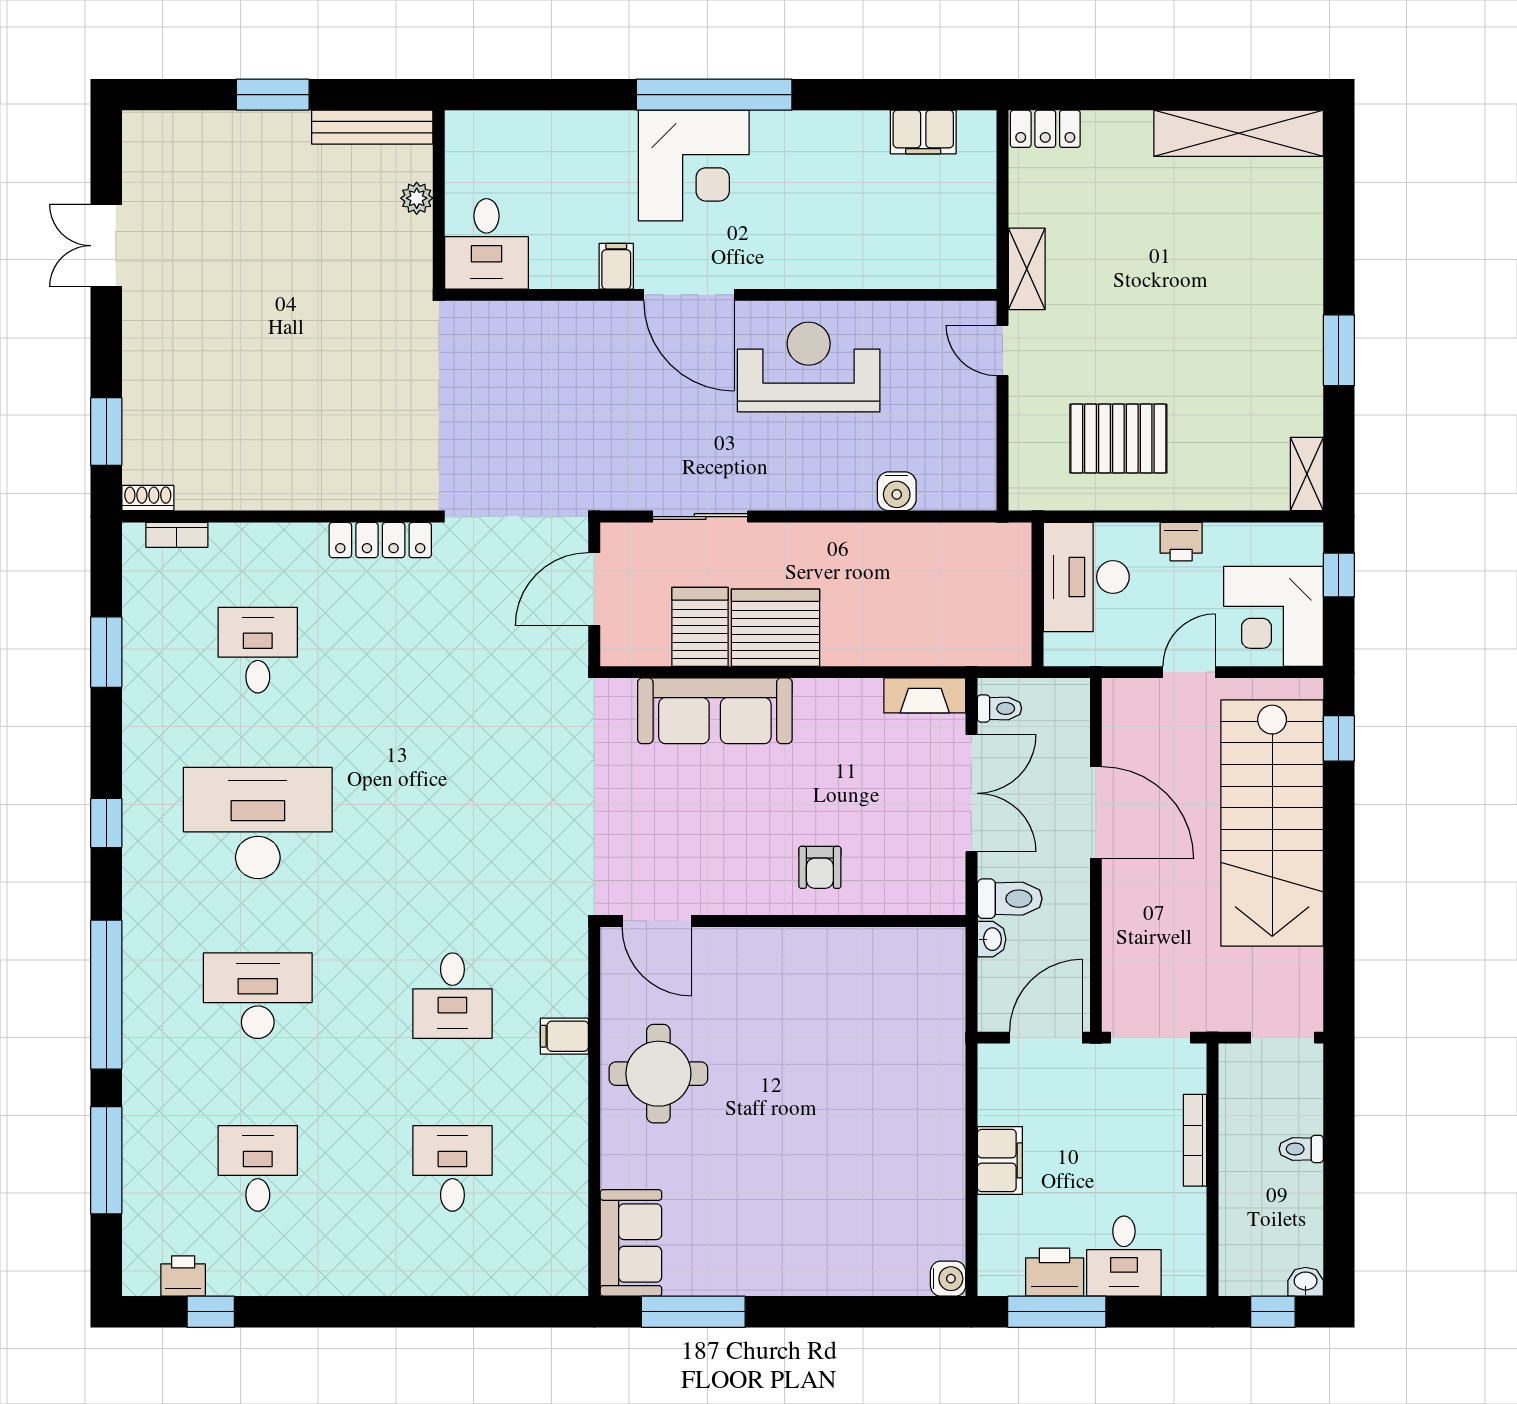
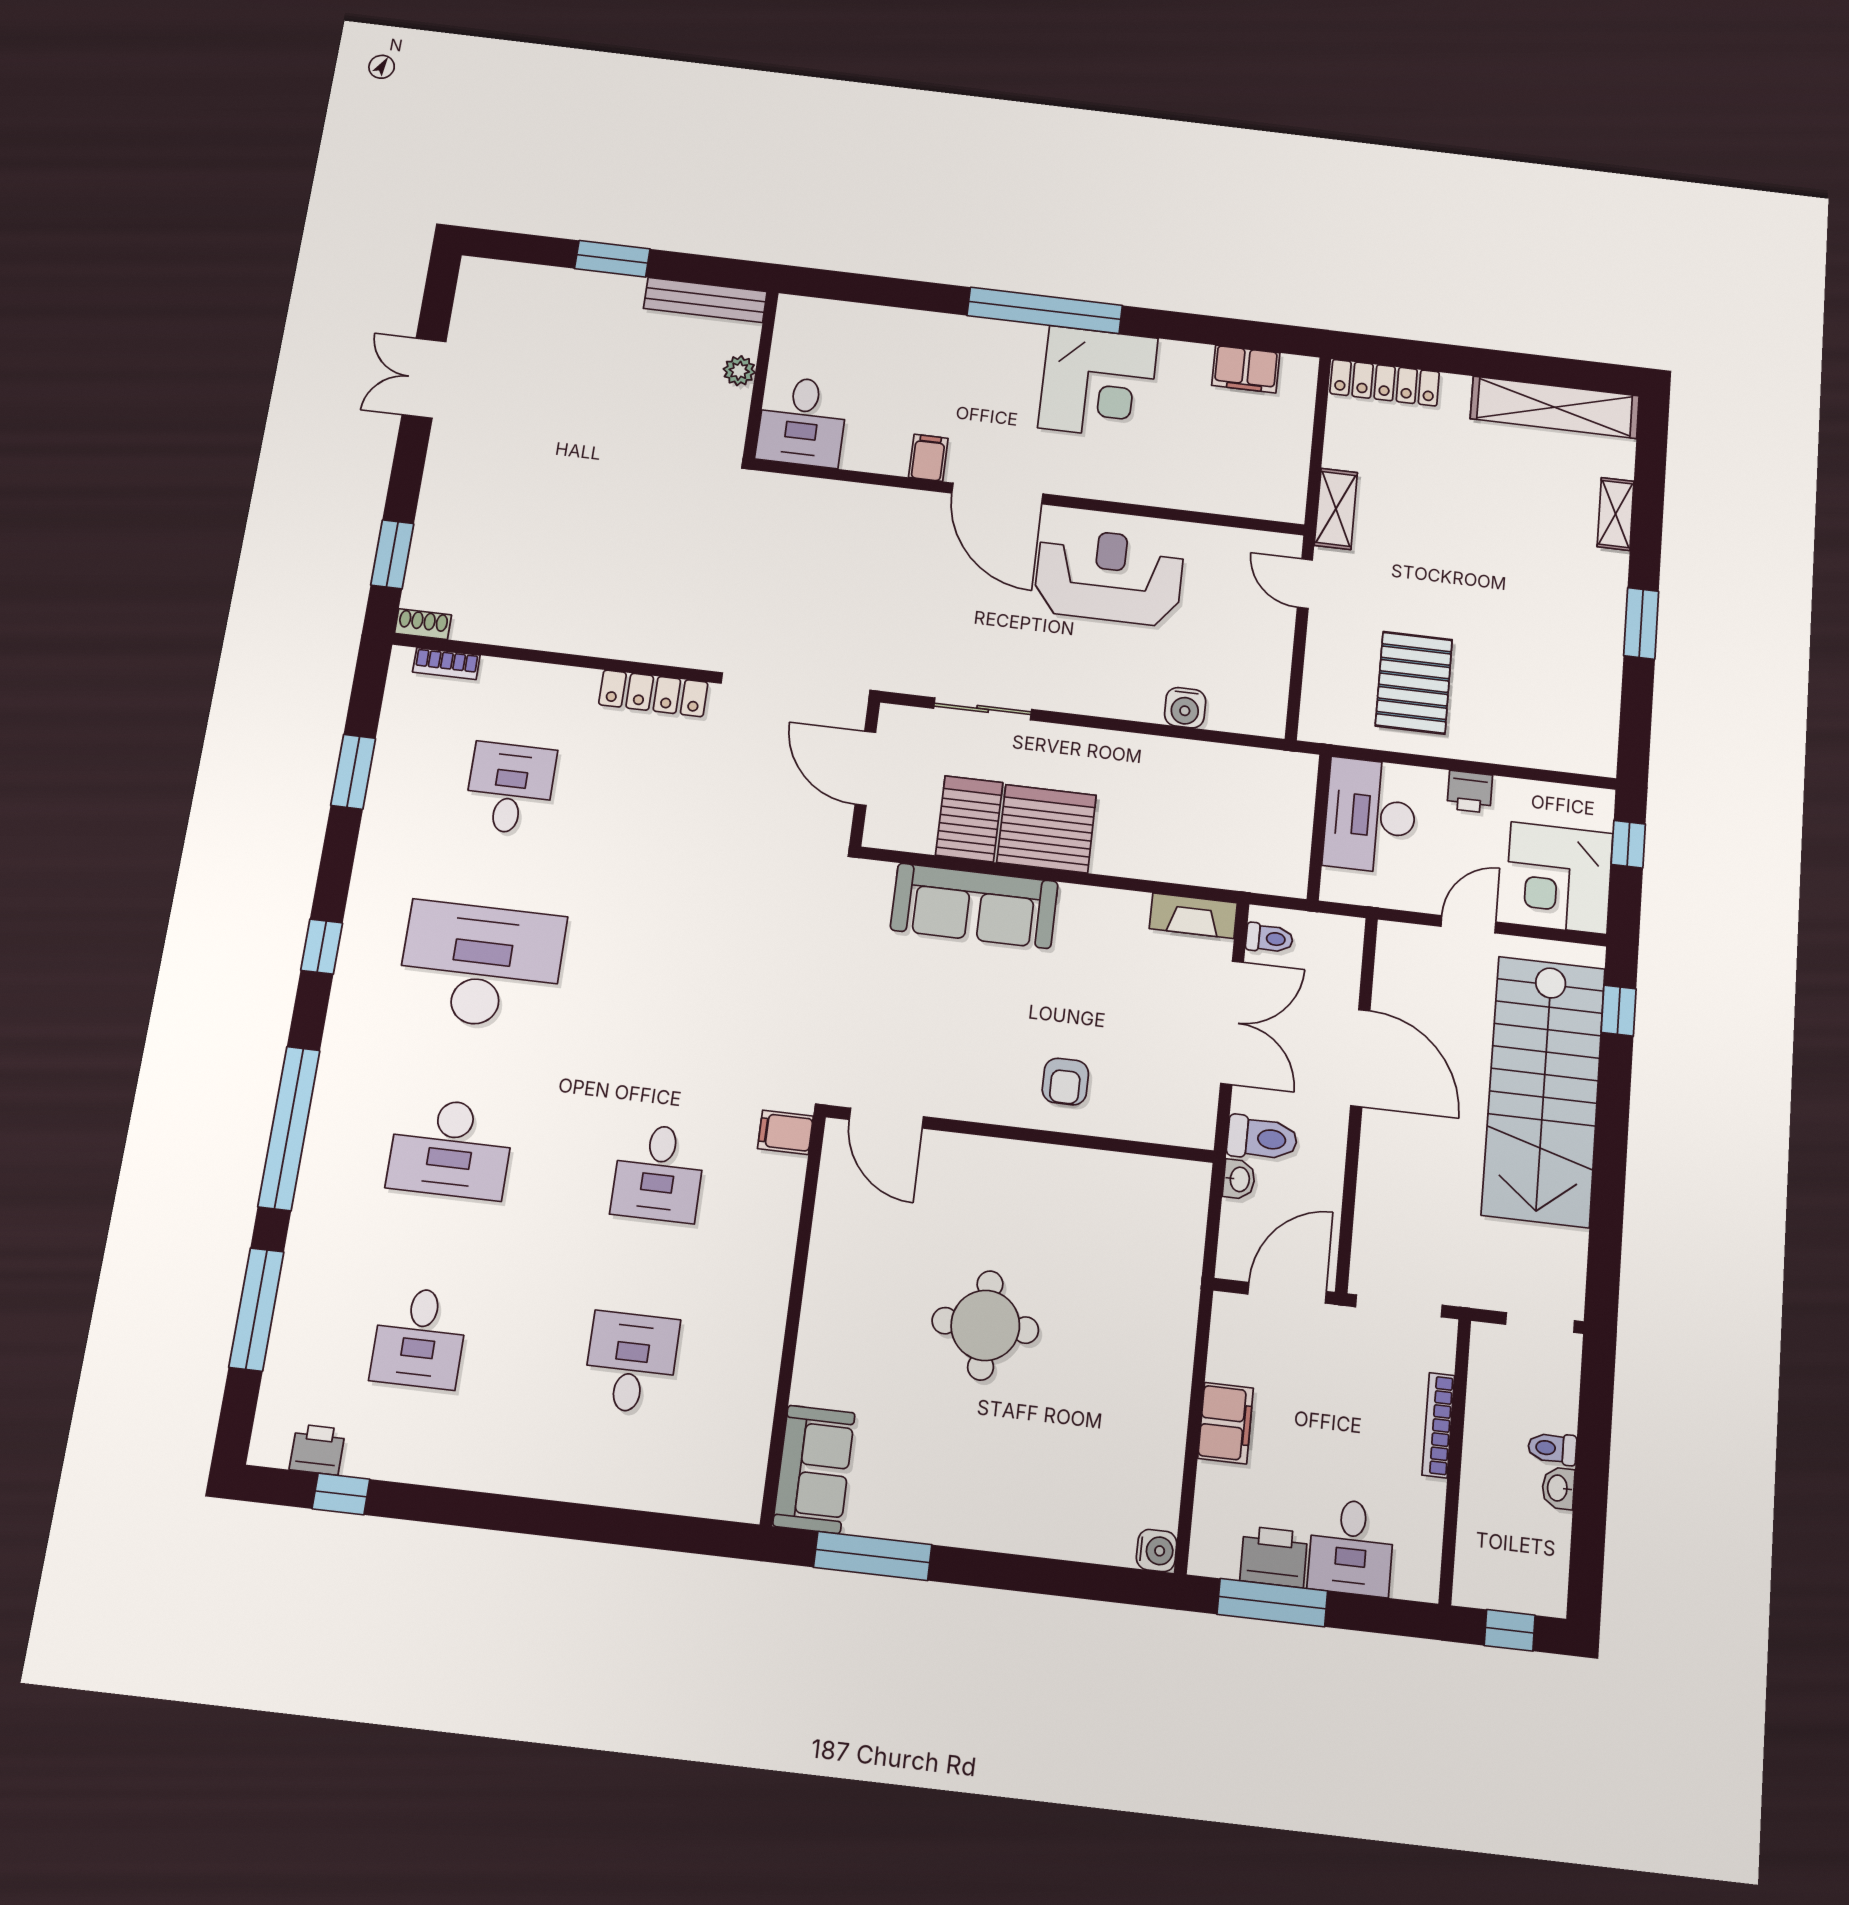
locker: (1045, 129) -> (1385, 383), width x1.53
corner desk: (694, 166) -> (1098, 383), moved
pallet: (1118, 439) -> (1414, 683), turned 90
shelving: (1307, 474) -> (1616, 514), moved
door: (594, 589) -> (865, 768), hinge flipped
desk: (258, 996) -> (451, 1148), turned 180
filing cabinet: (564, 1036) -> (785, 1132), moved
round table: (658, 1074) -> (985, 1325), moved
desk: (258, 1168) -> (420, 1338), turned 180
washbasin: (1306, 1282) -> (1558, 1488), moved, turned -90

